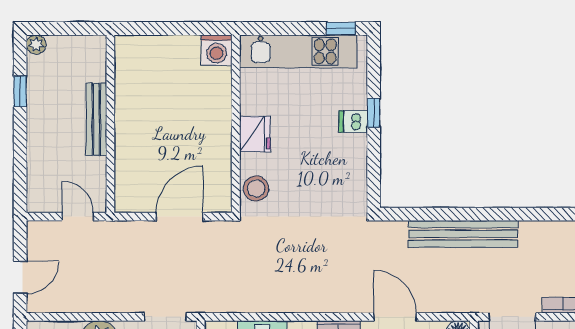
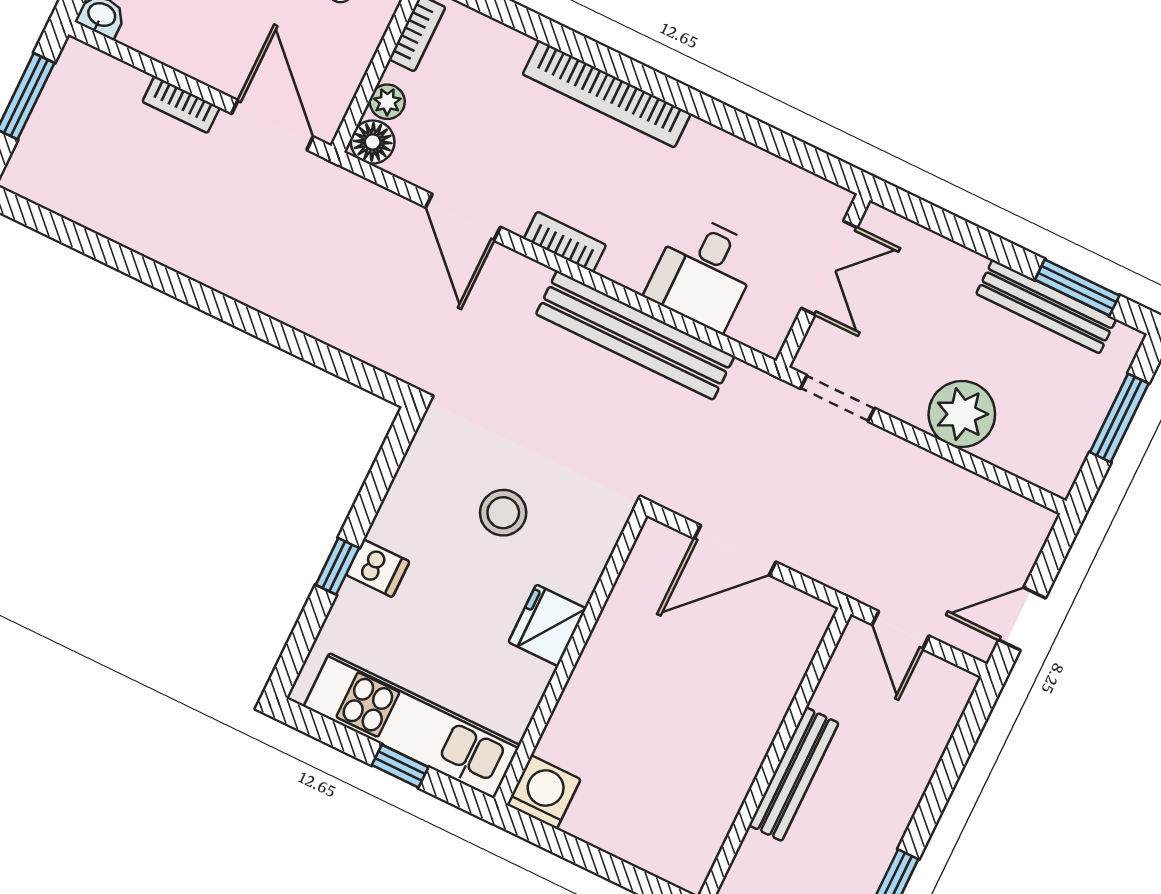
window: (341, 29) -> (400, 766), moved
stool: (256, 188) -> (503, 513), moved
bench: (463, 234) -> (635, 335), moved
door: (20, 277) -> (1022, 619), moved

